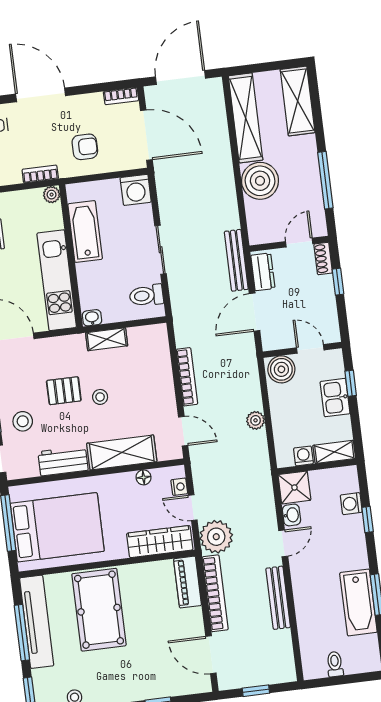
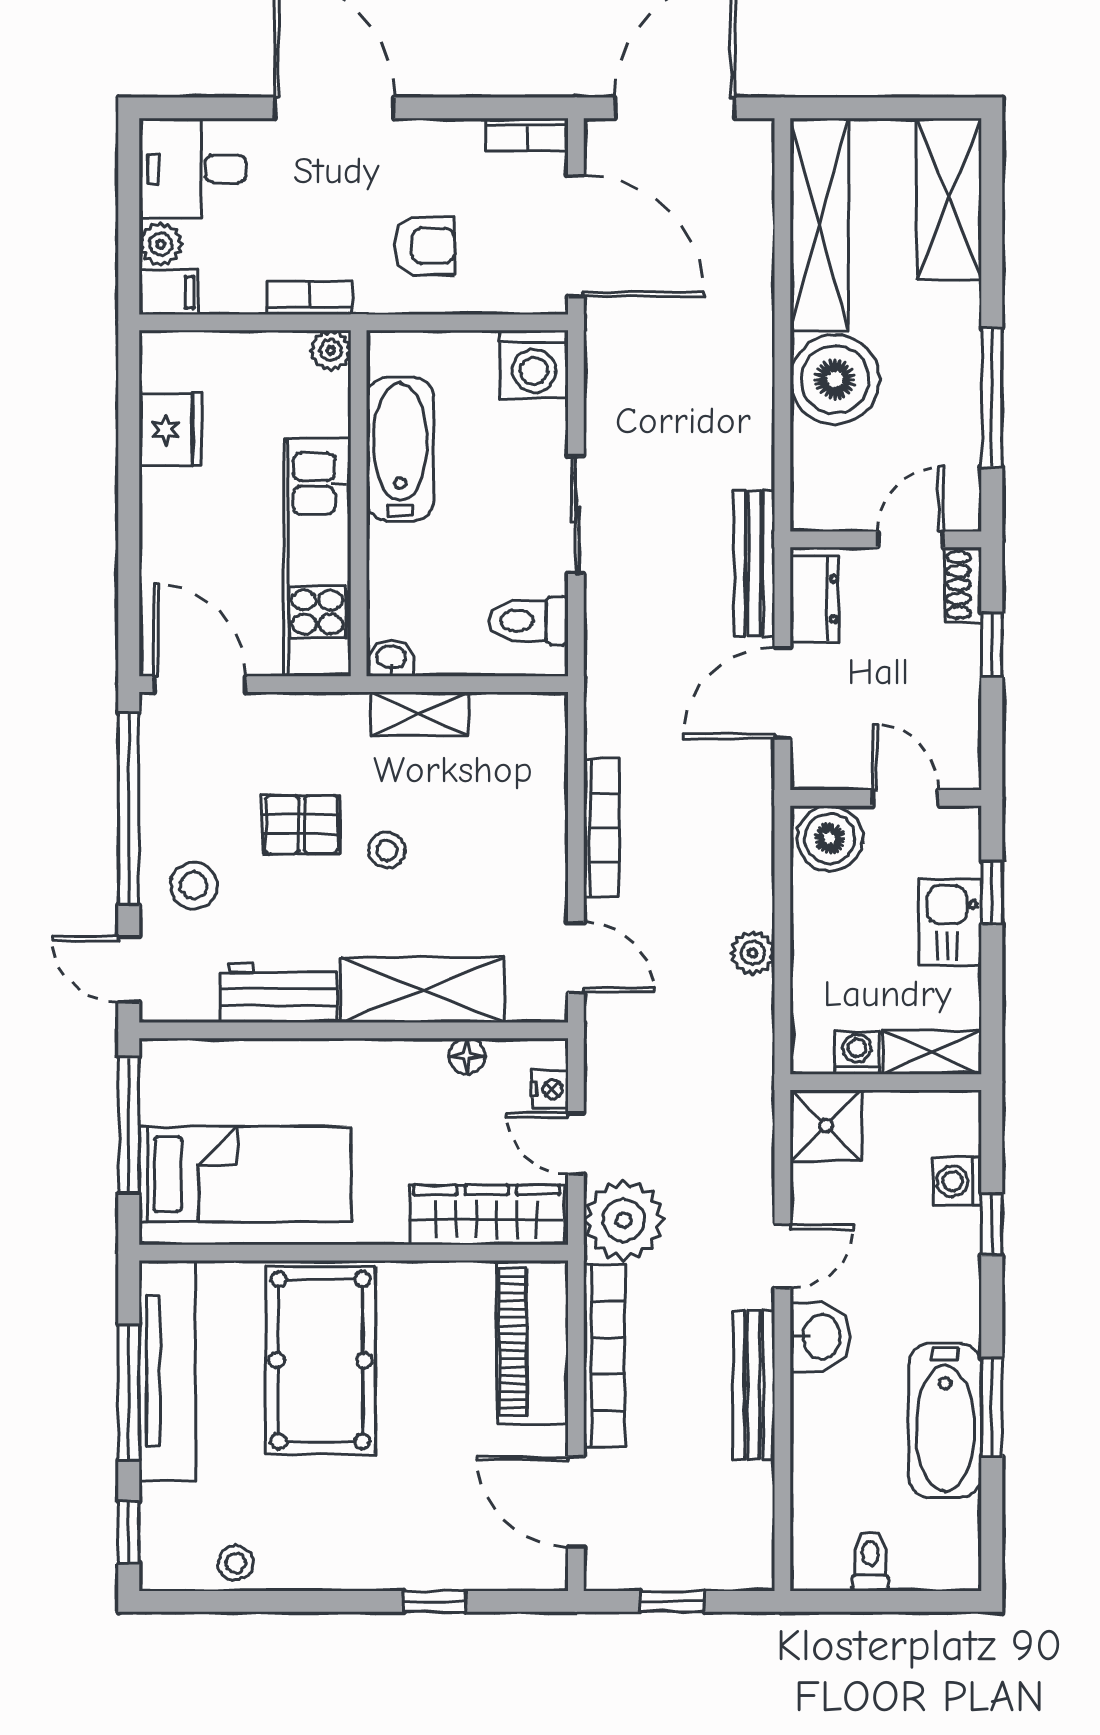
washbasin: (292, 515) -> (820, 1337), moved, width x1.38, depth x1.45
bed: (57, 527) -> (245, 1174), width x0.67
piano: (188, 582) -> (532, 1342), width x1.37, depth x1.33

